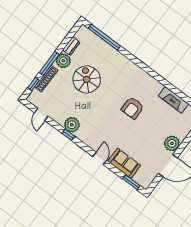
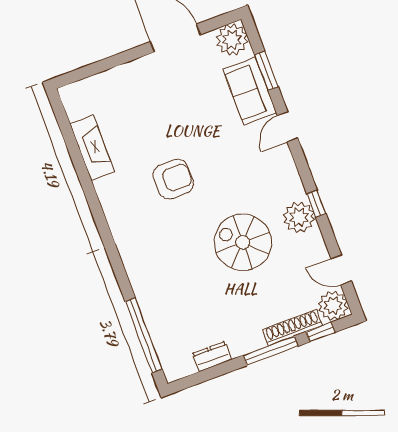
plant: (63, 61) -> (333, 306), moved
spiral stairs: (87, 79) -> (243, 242), moved, turned 90
door: (41, 114) -> (341, 270), swing flipped
plant: (172, 143) -> (232, 40), moved
window: (131, 182) -> (266, 71), moved

